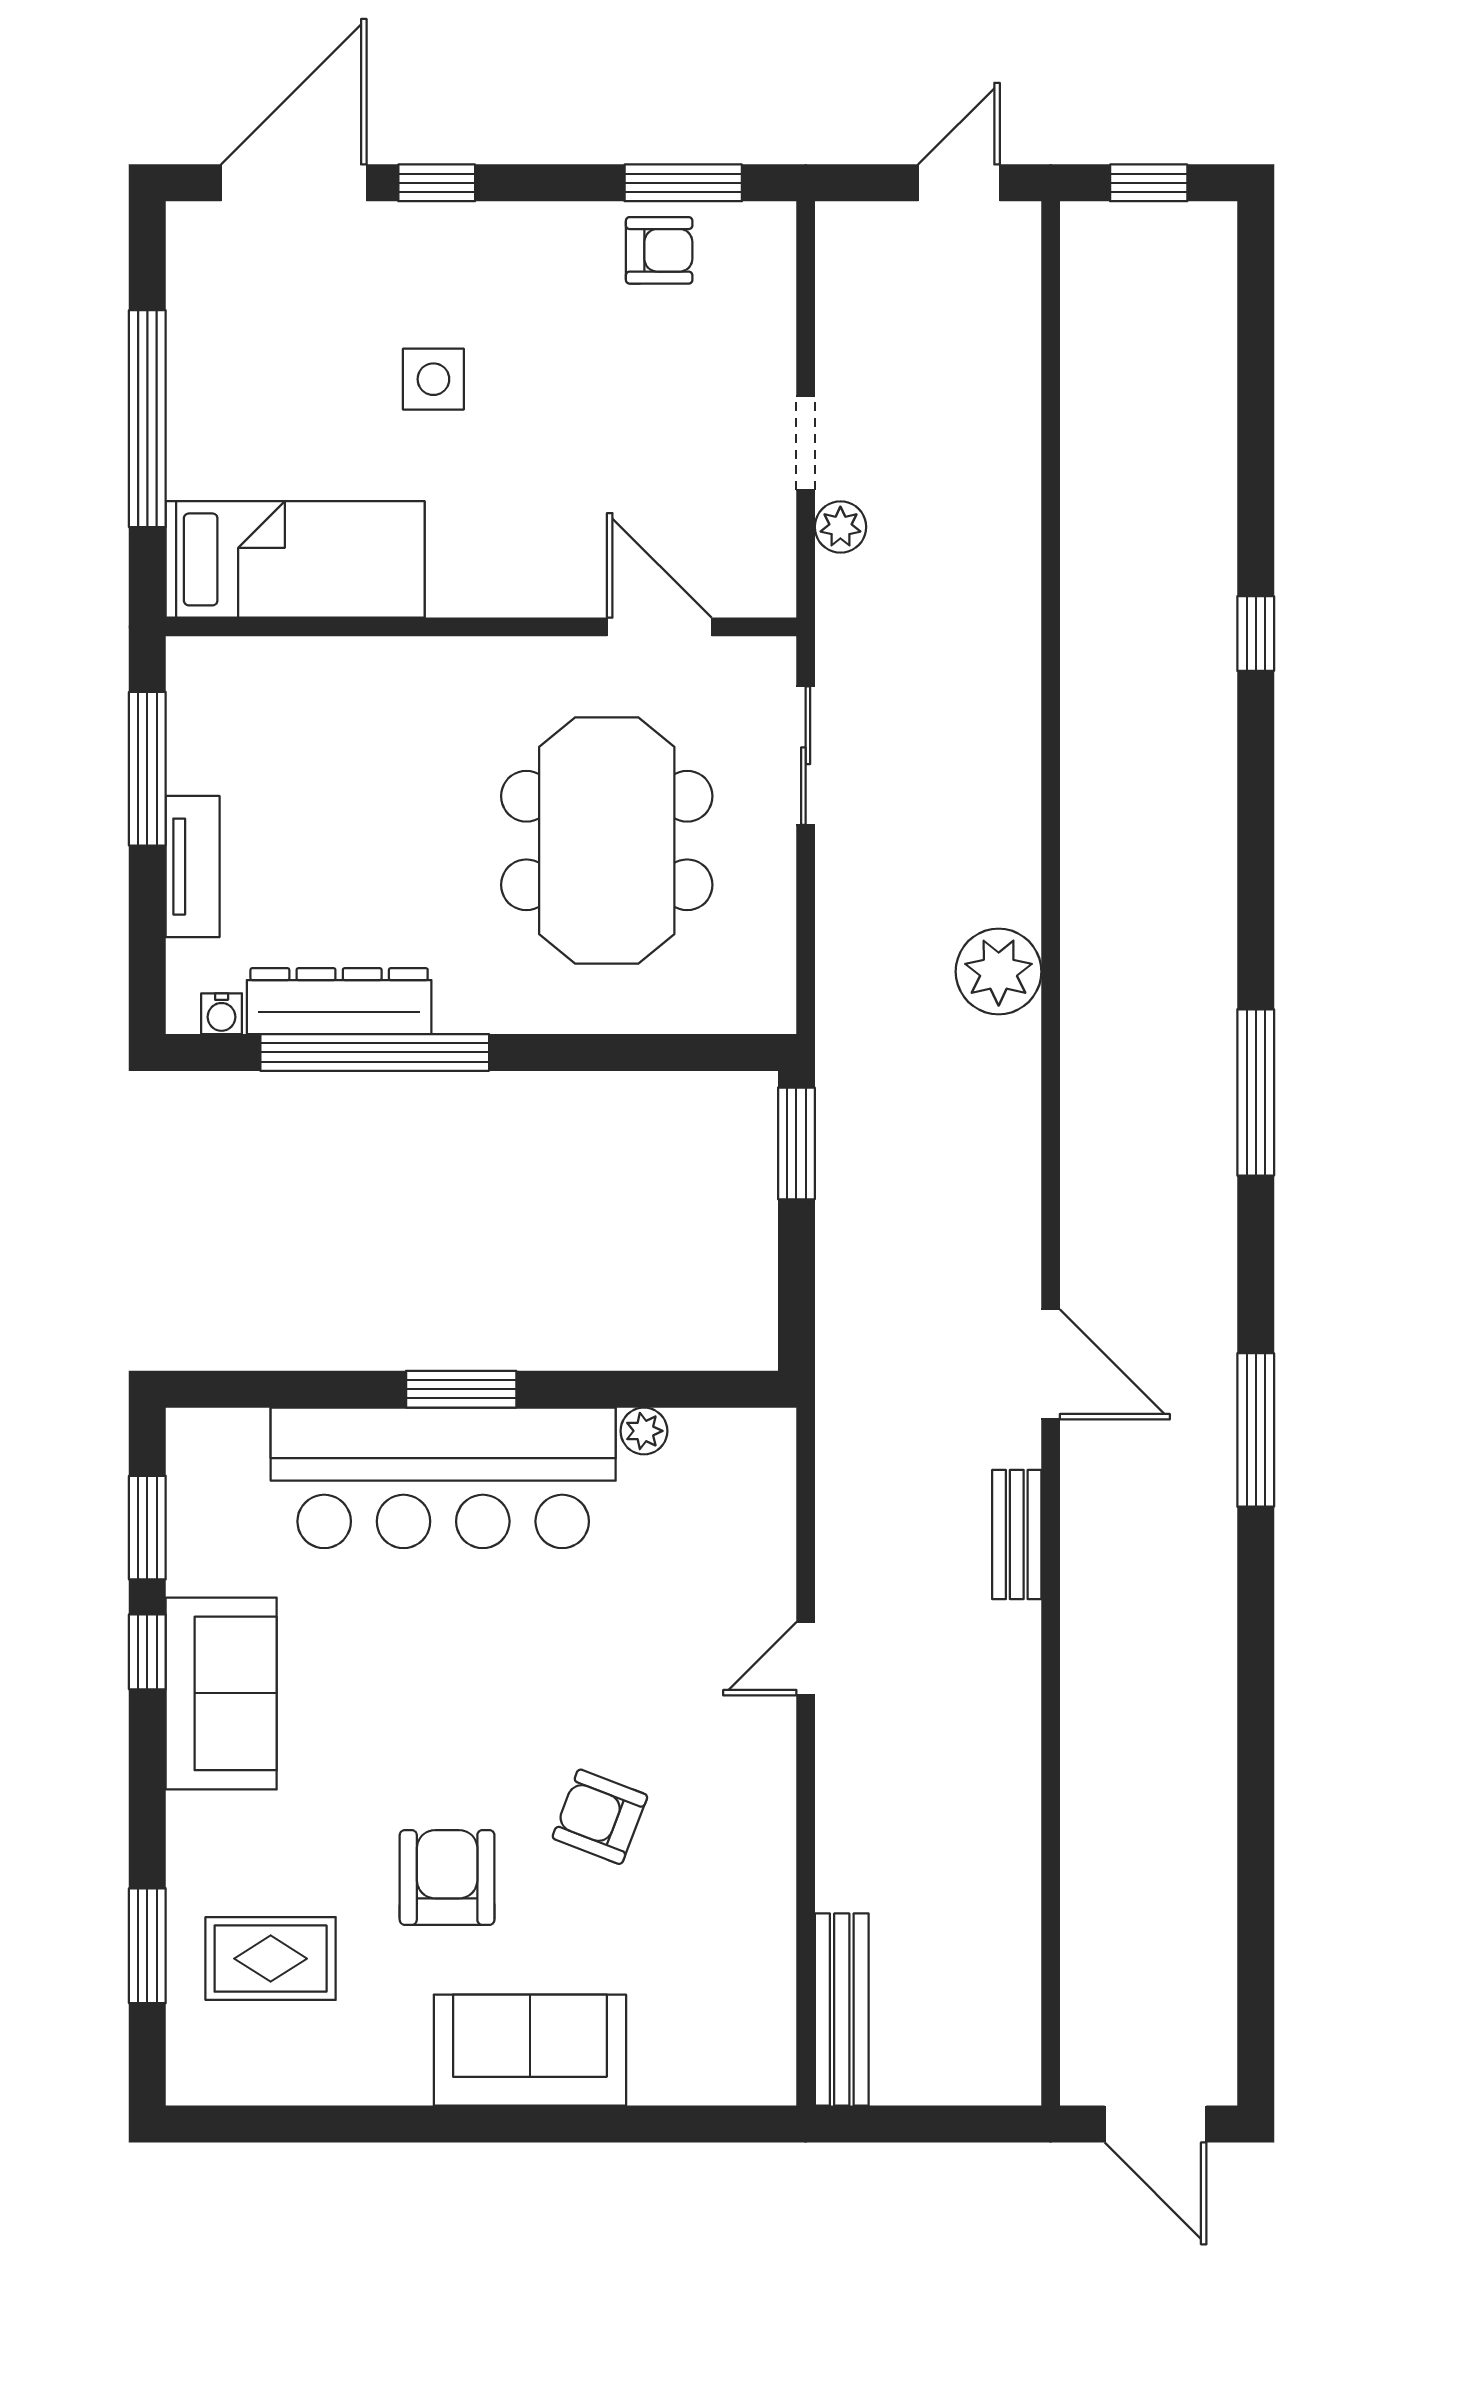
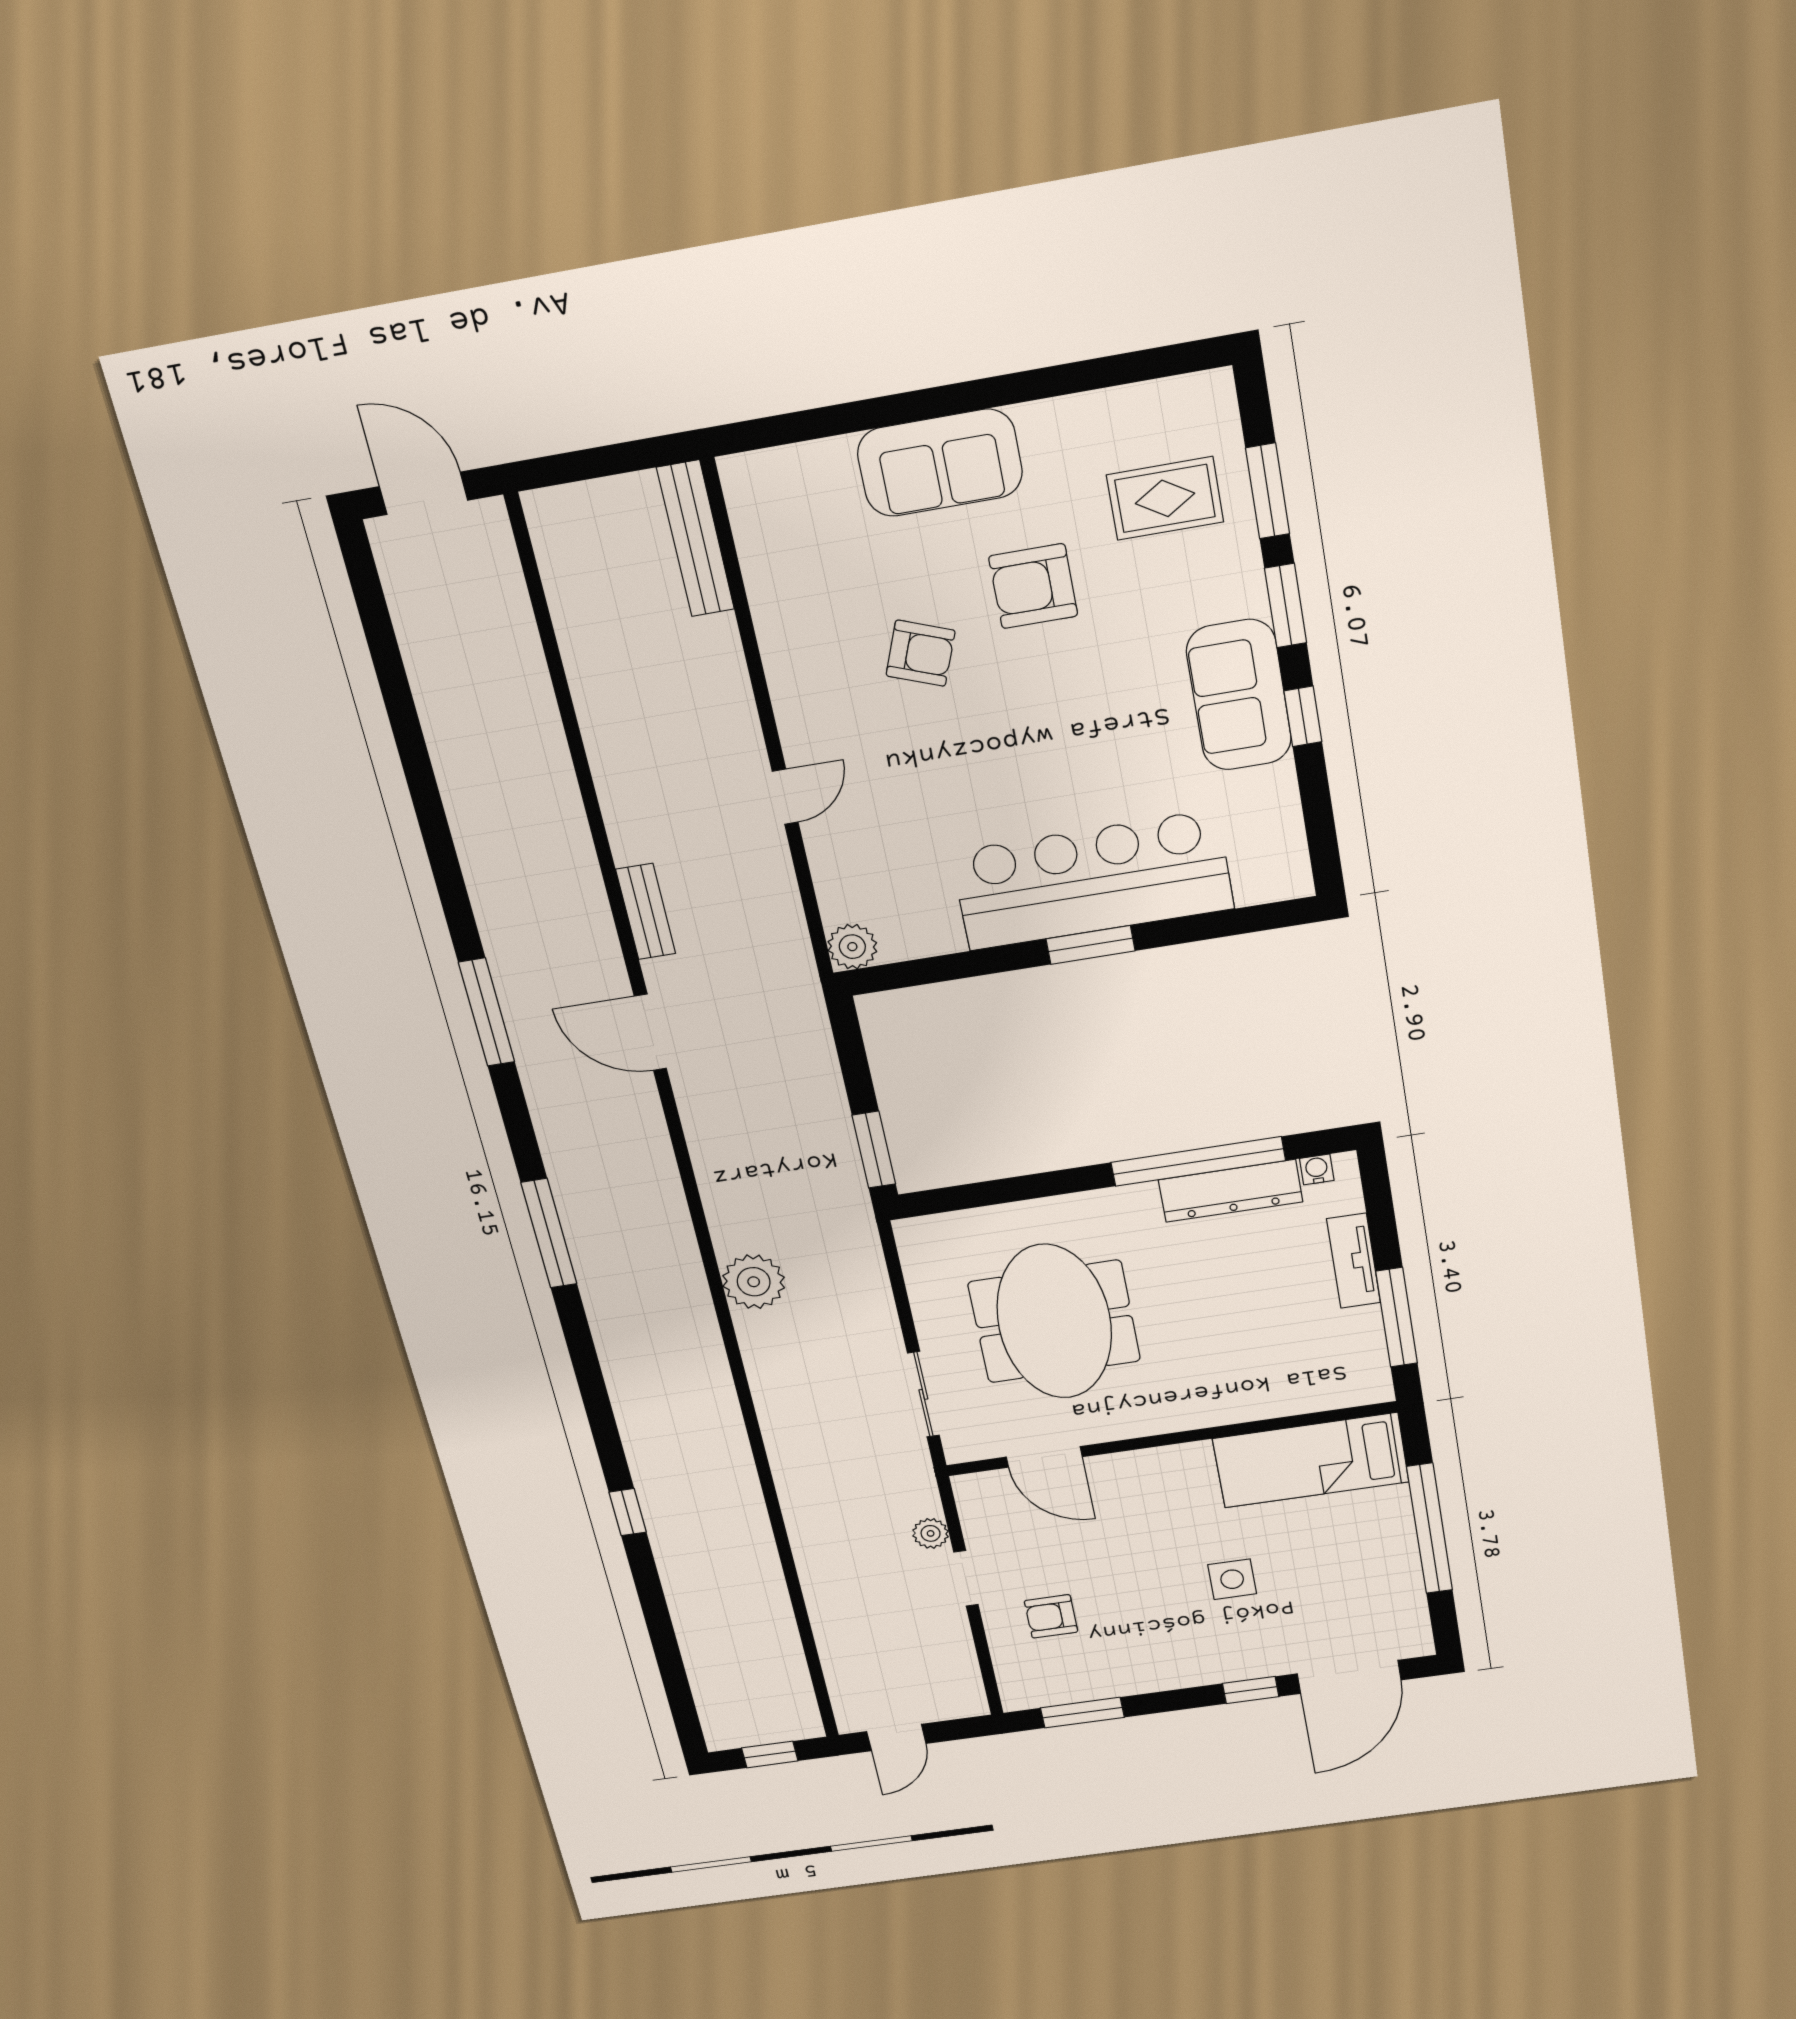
armchair: (659, 250) -> (1051, 1616), moved
plant: (644, 1431) -> (852, 947), moved, width x1.38, depth x1.38
window: (147, 1528) -> (1286, 606), moved
armchair: (447, 1877) -> (1033, 586), turned 90

